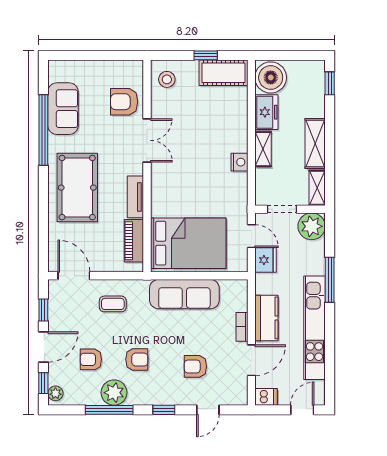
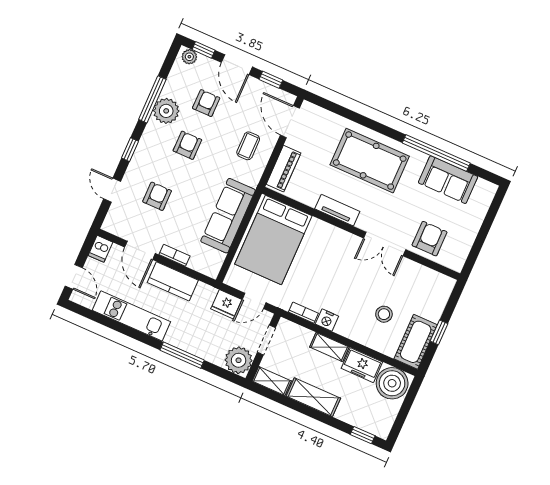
stool: (167, 79) -> (384, 314), moved
bookcase: (242, 187) -> (303, 313), added
piano: (134, 241) -> (284, 169), moved, turned 90
door: (74, 276) -> (290, 122), swing flipped
kitchen unit: (314, 328) -> (131, 316), width x0.73
armchair: (137, 359) -> (187, 145), turned 180

